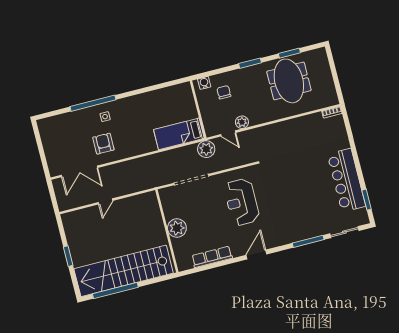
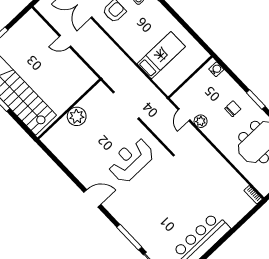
chair: (224, 92) -> (233, 109), moved
bed: (179, 134) -> (161, 55), moved, turned 90
plant: (206, 149) -> (160, 103), removed
row of seats: (212, 257) -> (69, 161), removed

